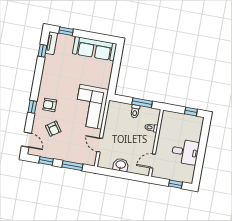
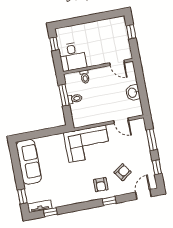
door: (100, 145) -> (121, 121), hinge flipped
desk: (185, 152) -> (73, 57), moved, turned 180

